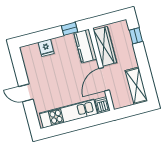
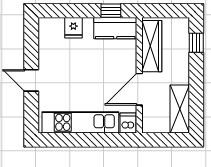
kitchen counter: (85, 46) -> (115, 28), moved, turned -90

